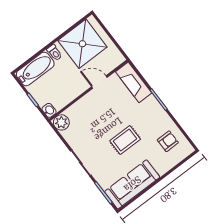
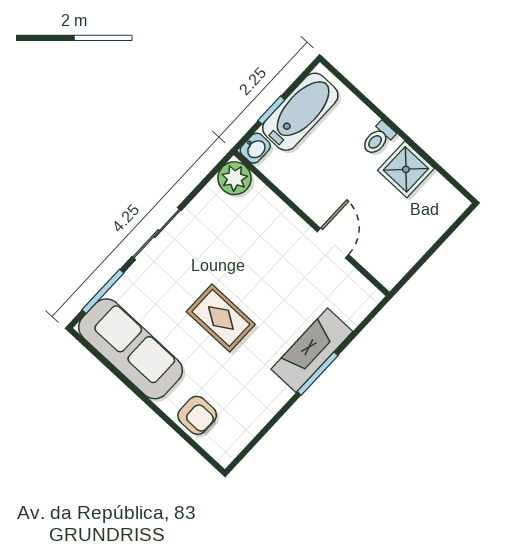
shower: (82, 44) -> (406, 169), width x0.54, depth x0.54
bathtub: (35, 69) -> (300, 112), moved, turned -90
fireplace: (134, 82) -> (312, 350), moved
armchair: (168, 141) -> (197, 415), moved

